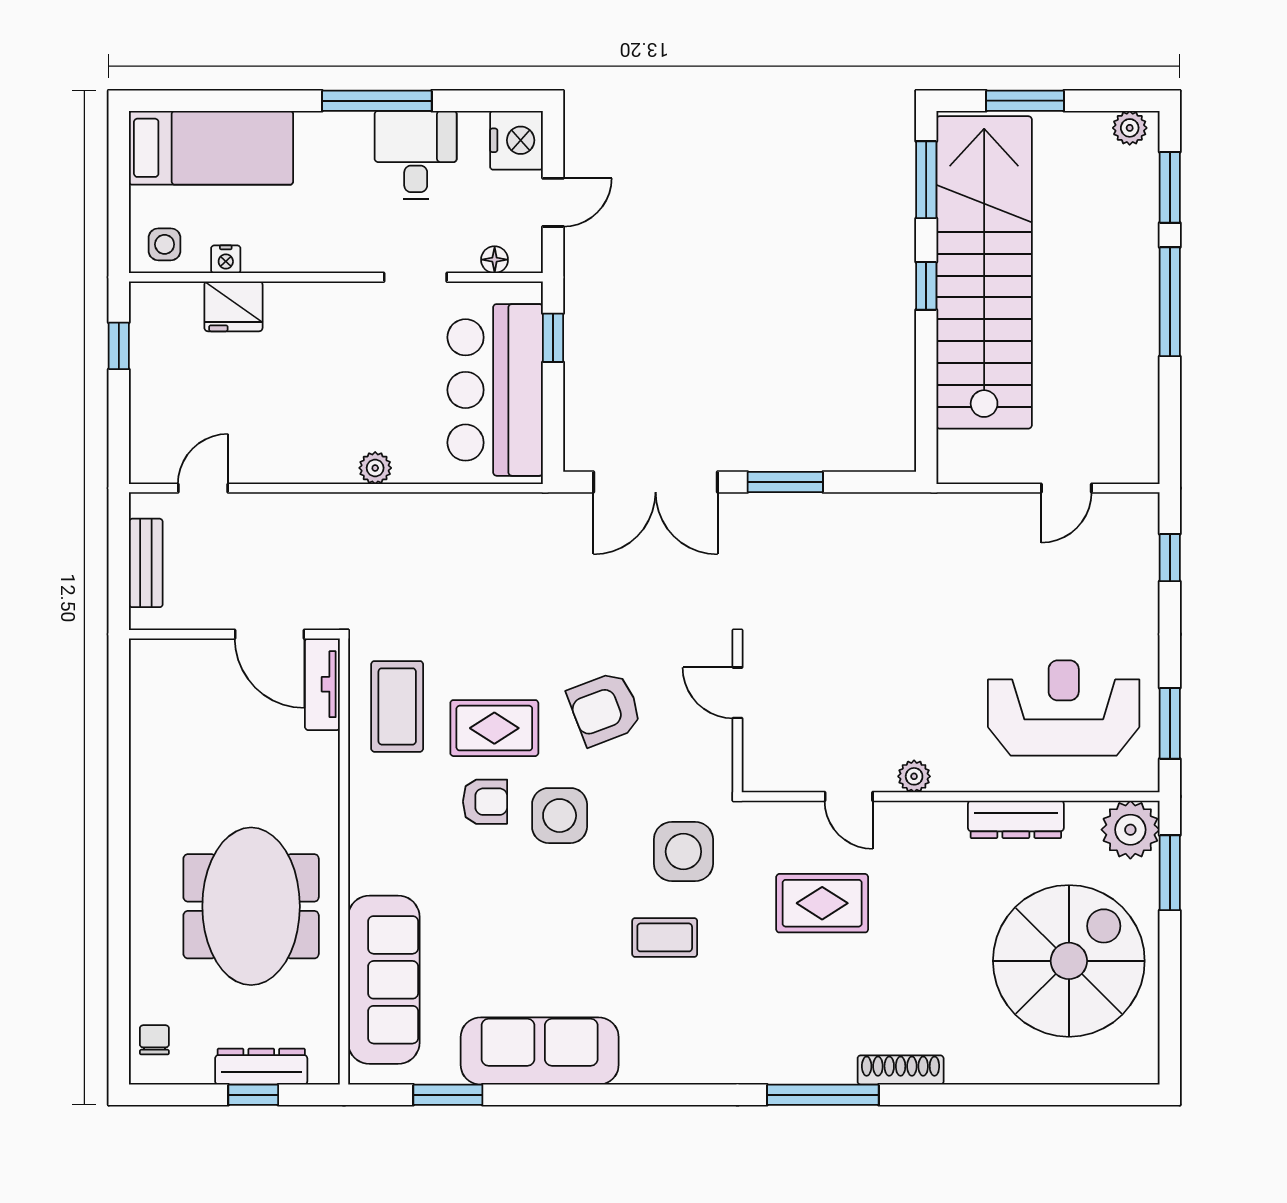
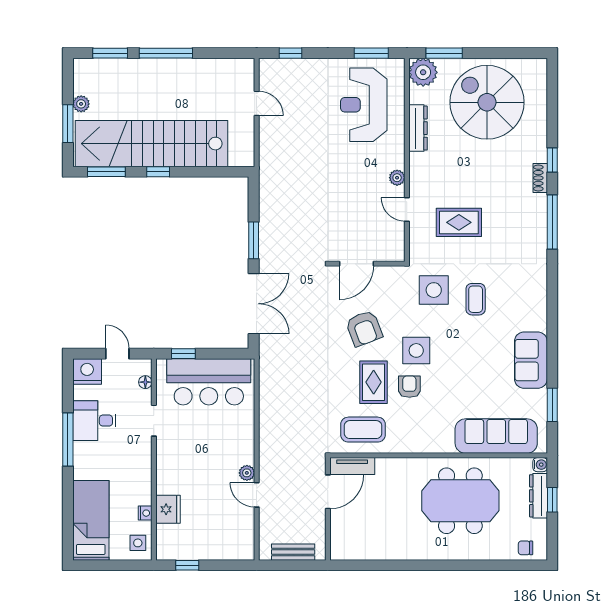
plant: (1130, 128) -> (81, 104), moved
plant: (375, 468) -> (247, 473), moved
door: (203, 488) -> (257, 495), moved
door: (738, 693) -> (356, 264), width x1.38
door: (849, 797) -> (407, 209), swing flipped
rug: (822, 903) -> (459, 222), turned 90
sofa: (540, 1051) -> (531, 360), width x0.73
water cooler: (325, 1070) -> (540, 465), added
shoe rack: (901, 1070) -> (540, 178), width x0.70
window: (950, 1095) -> (552, 160), added

